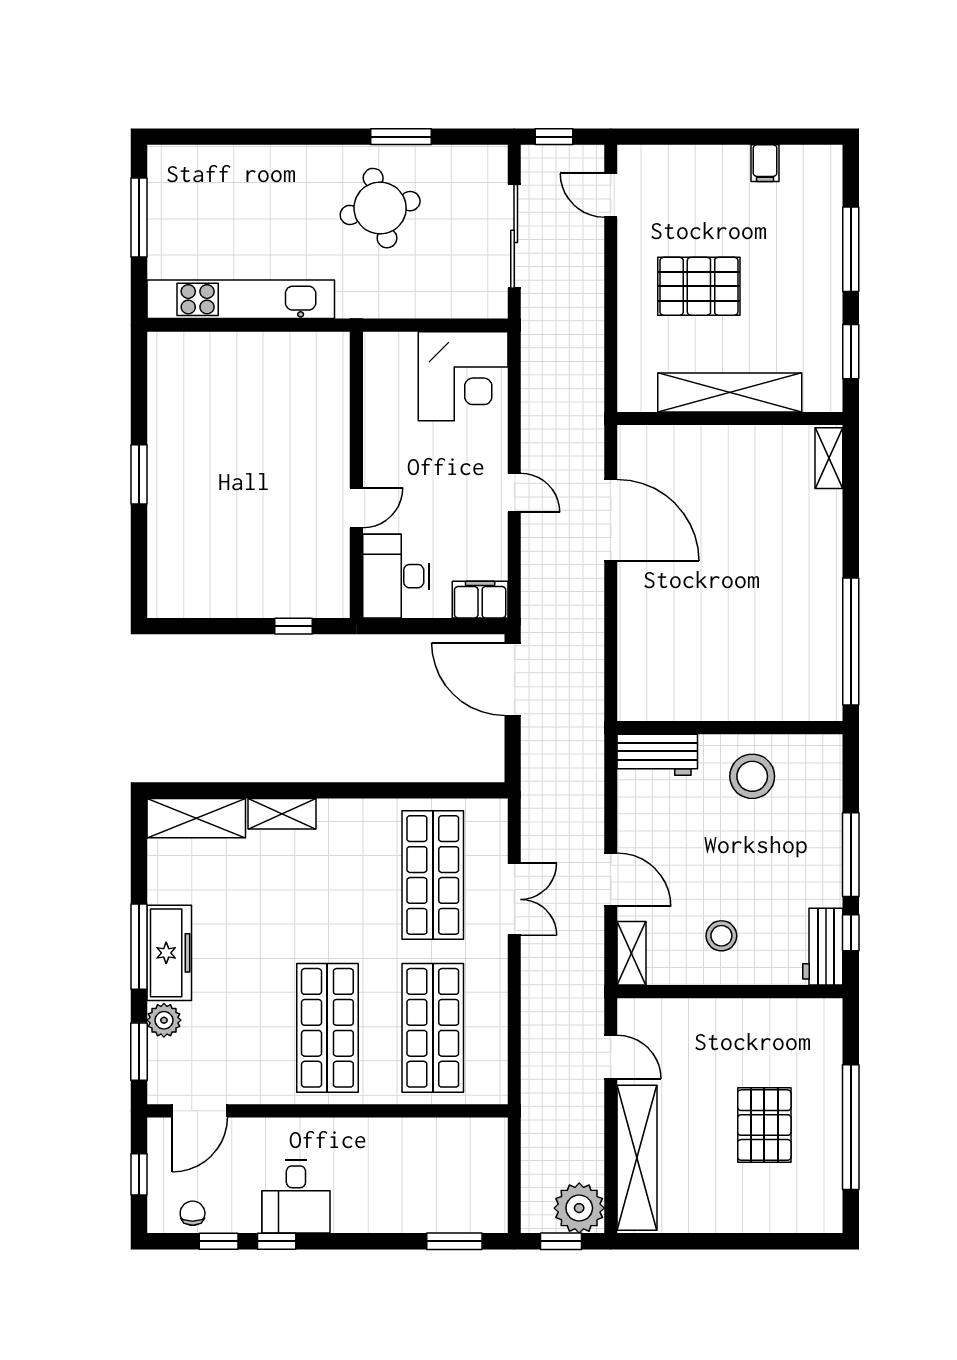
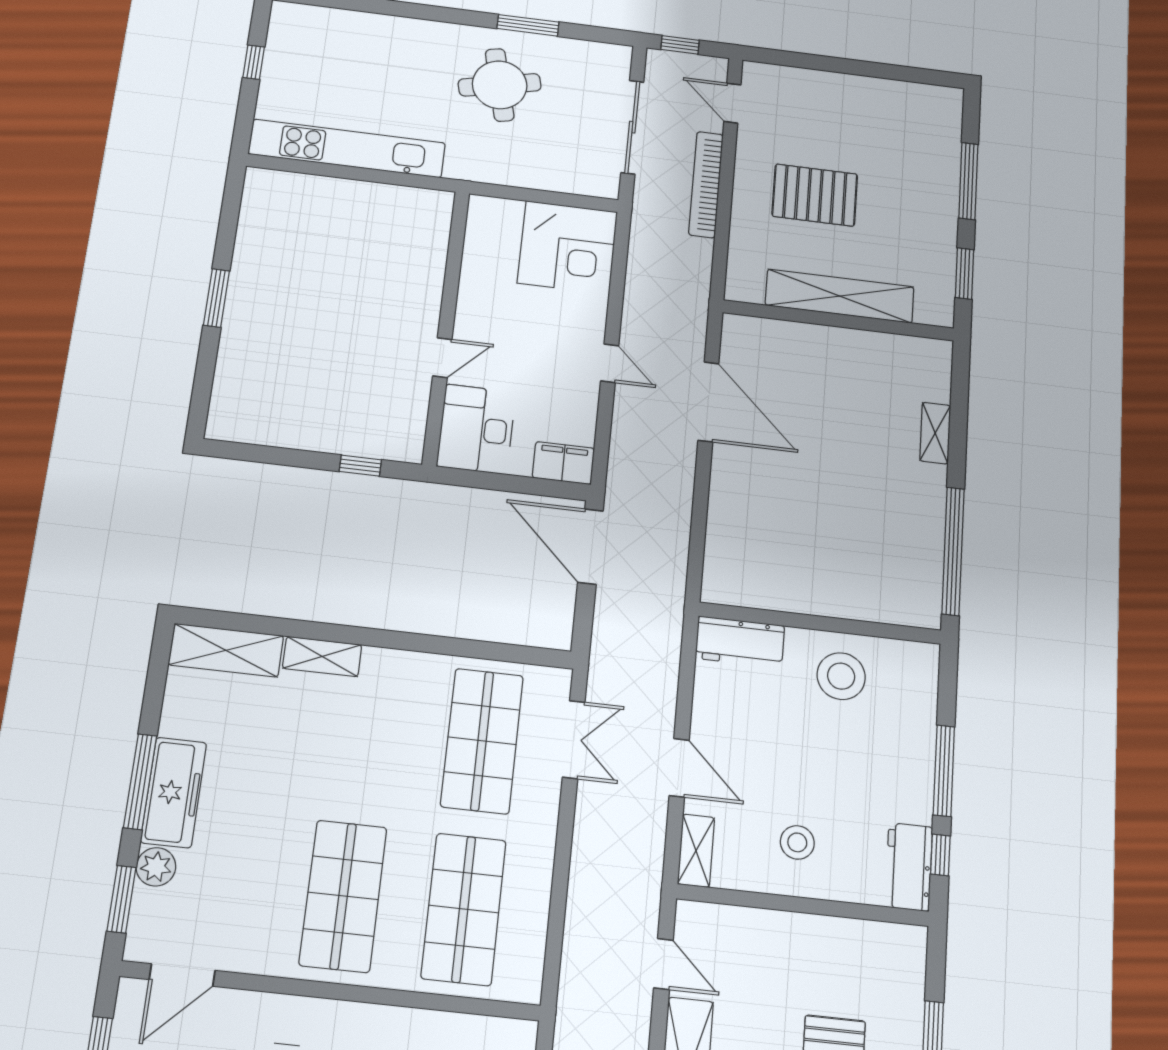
filing cabinet: (765, 163) -> (887, 95), removed
window: (139, 217) -> (254, 62), width x0.46
bookcase: (591, 290) -> (706, 184), added
shelving: (829, 458) -> (935, 433), moved
double door: (514, 899) -> (574, 740), moved

